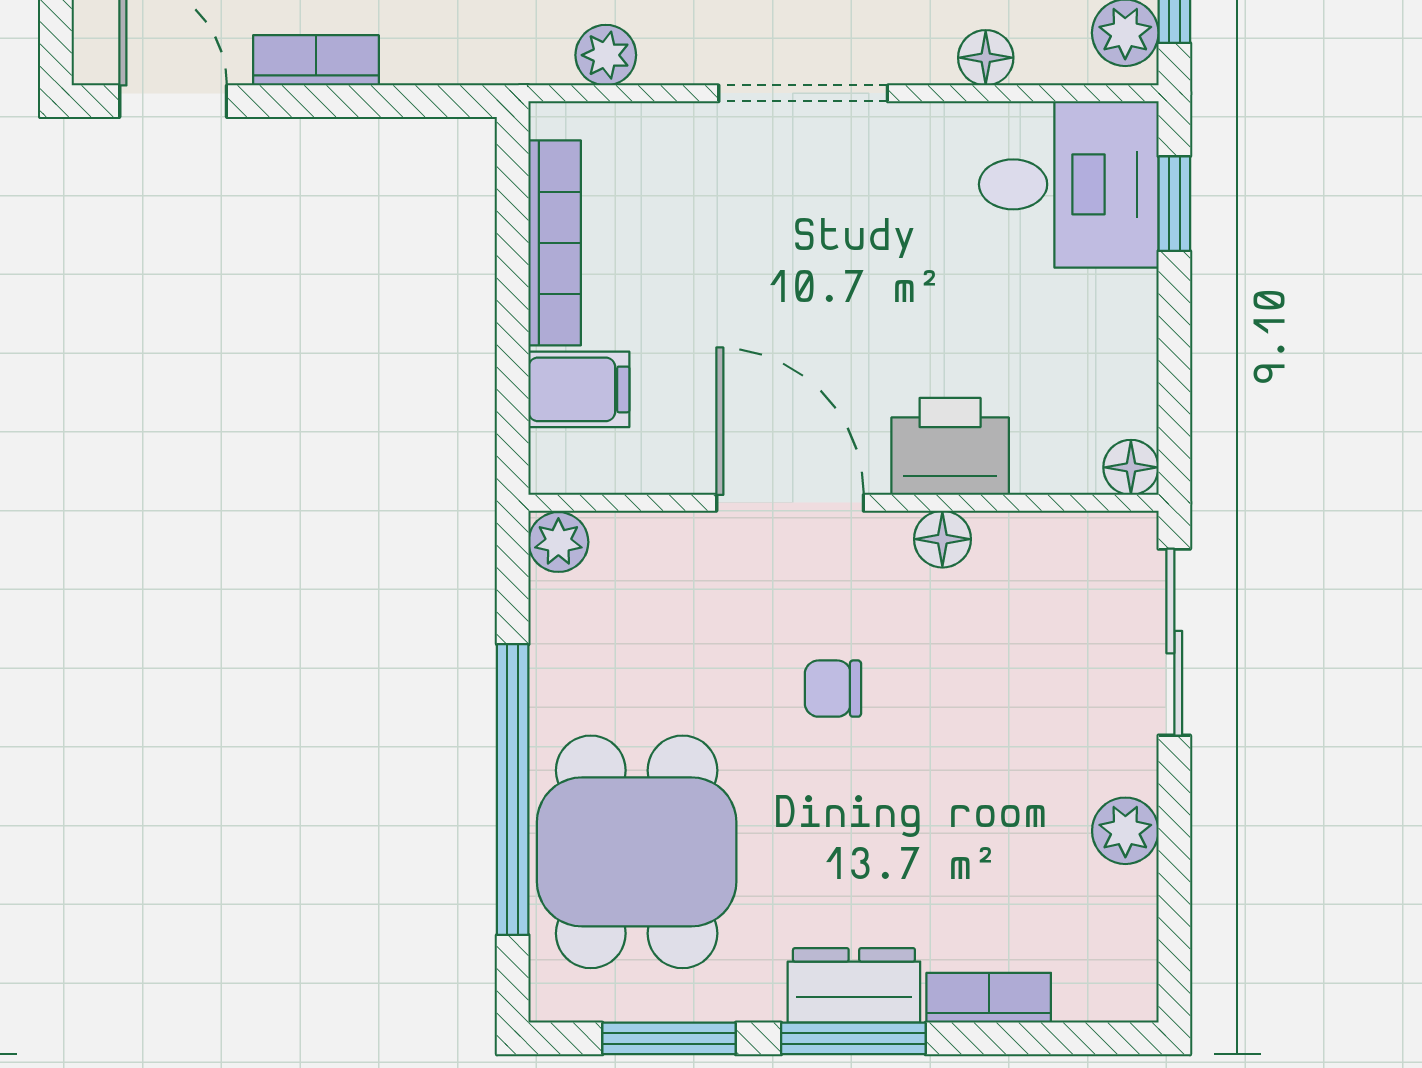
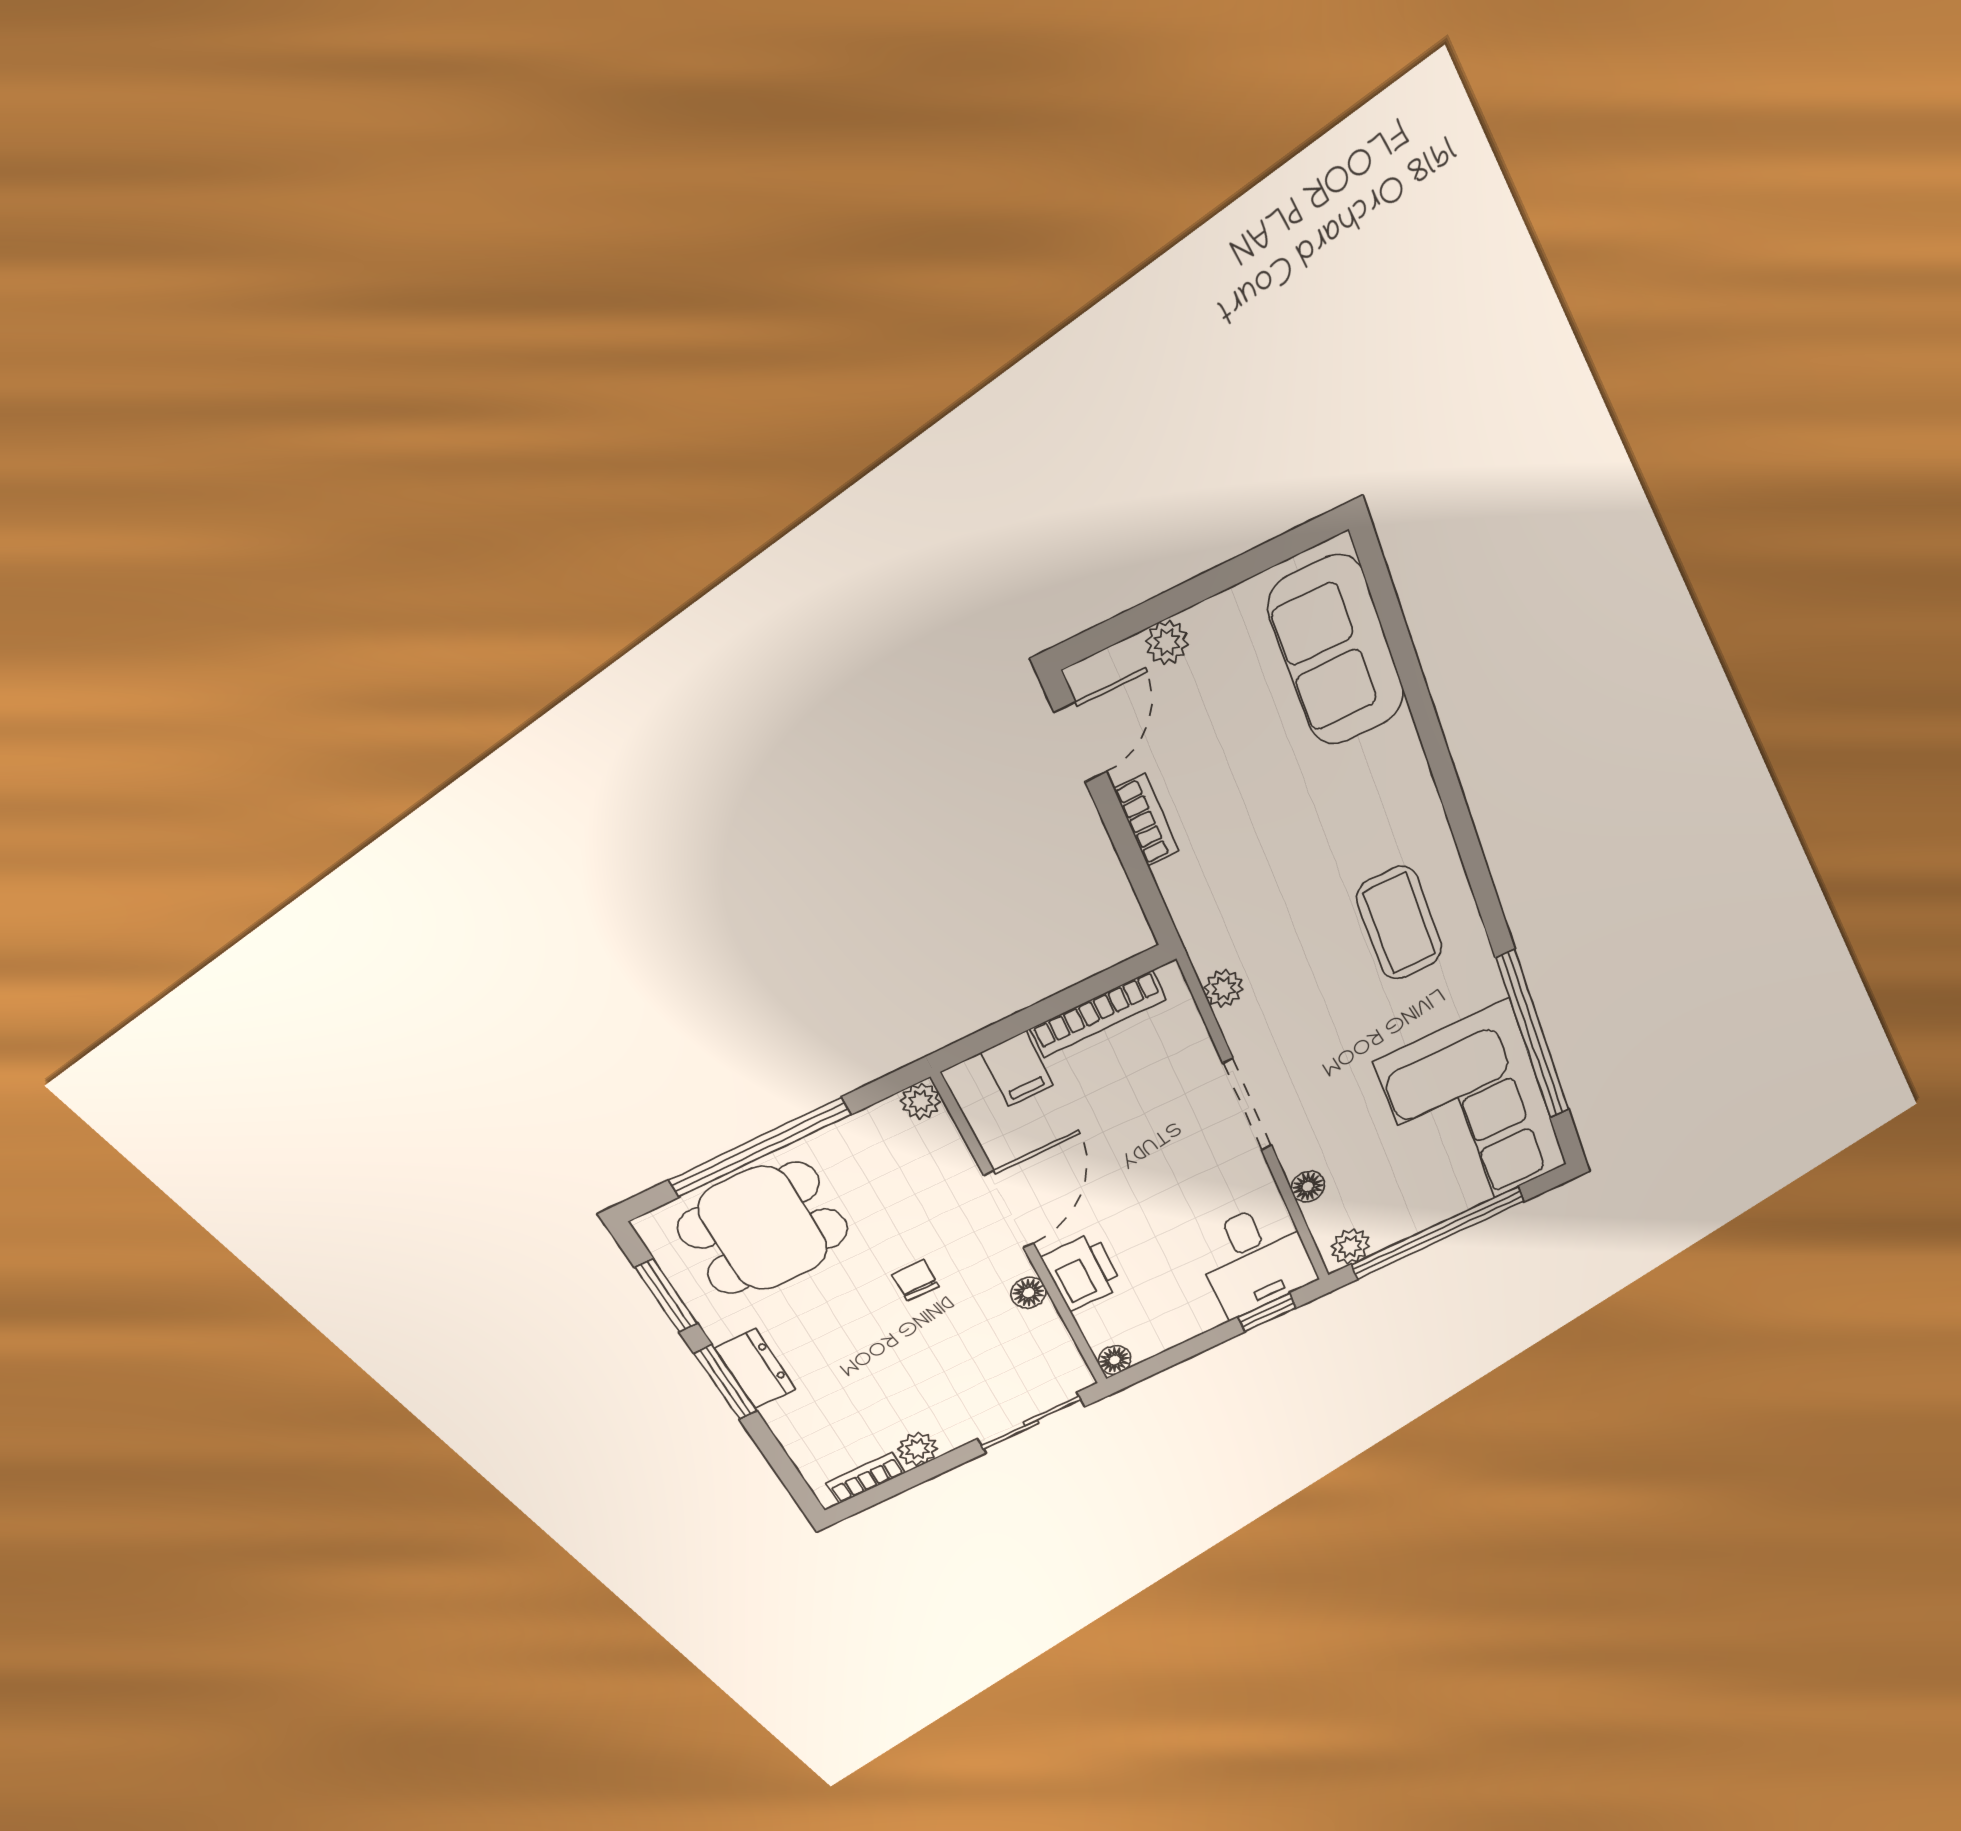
bookcase: (989, 998) -> (865, 1478), moved, turned -90

